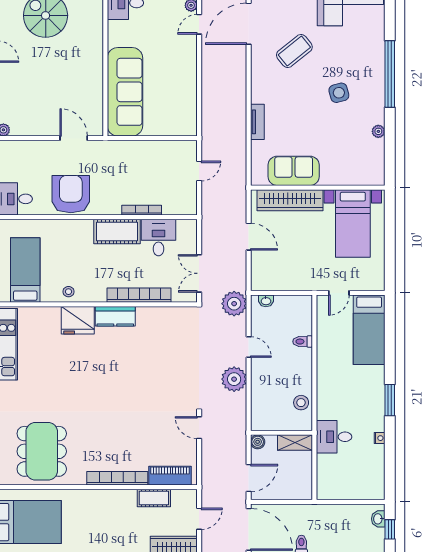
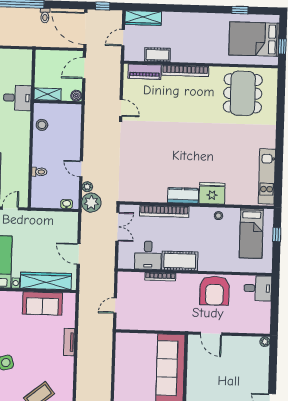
plant: (234, 379) -> (87, 187), moved, width x0.53, depth x0.53

